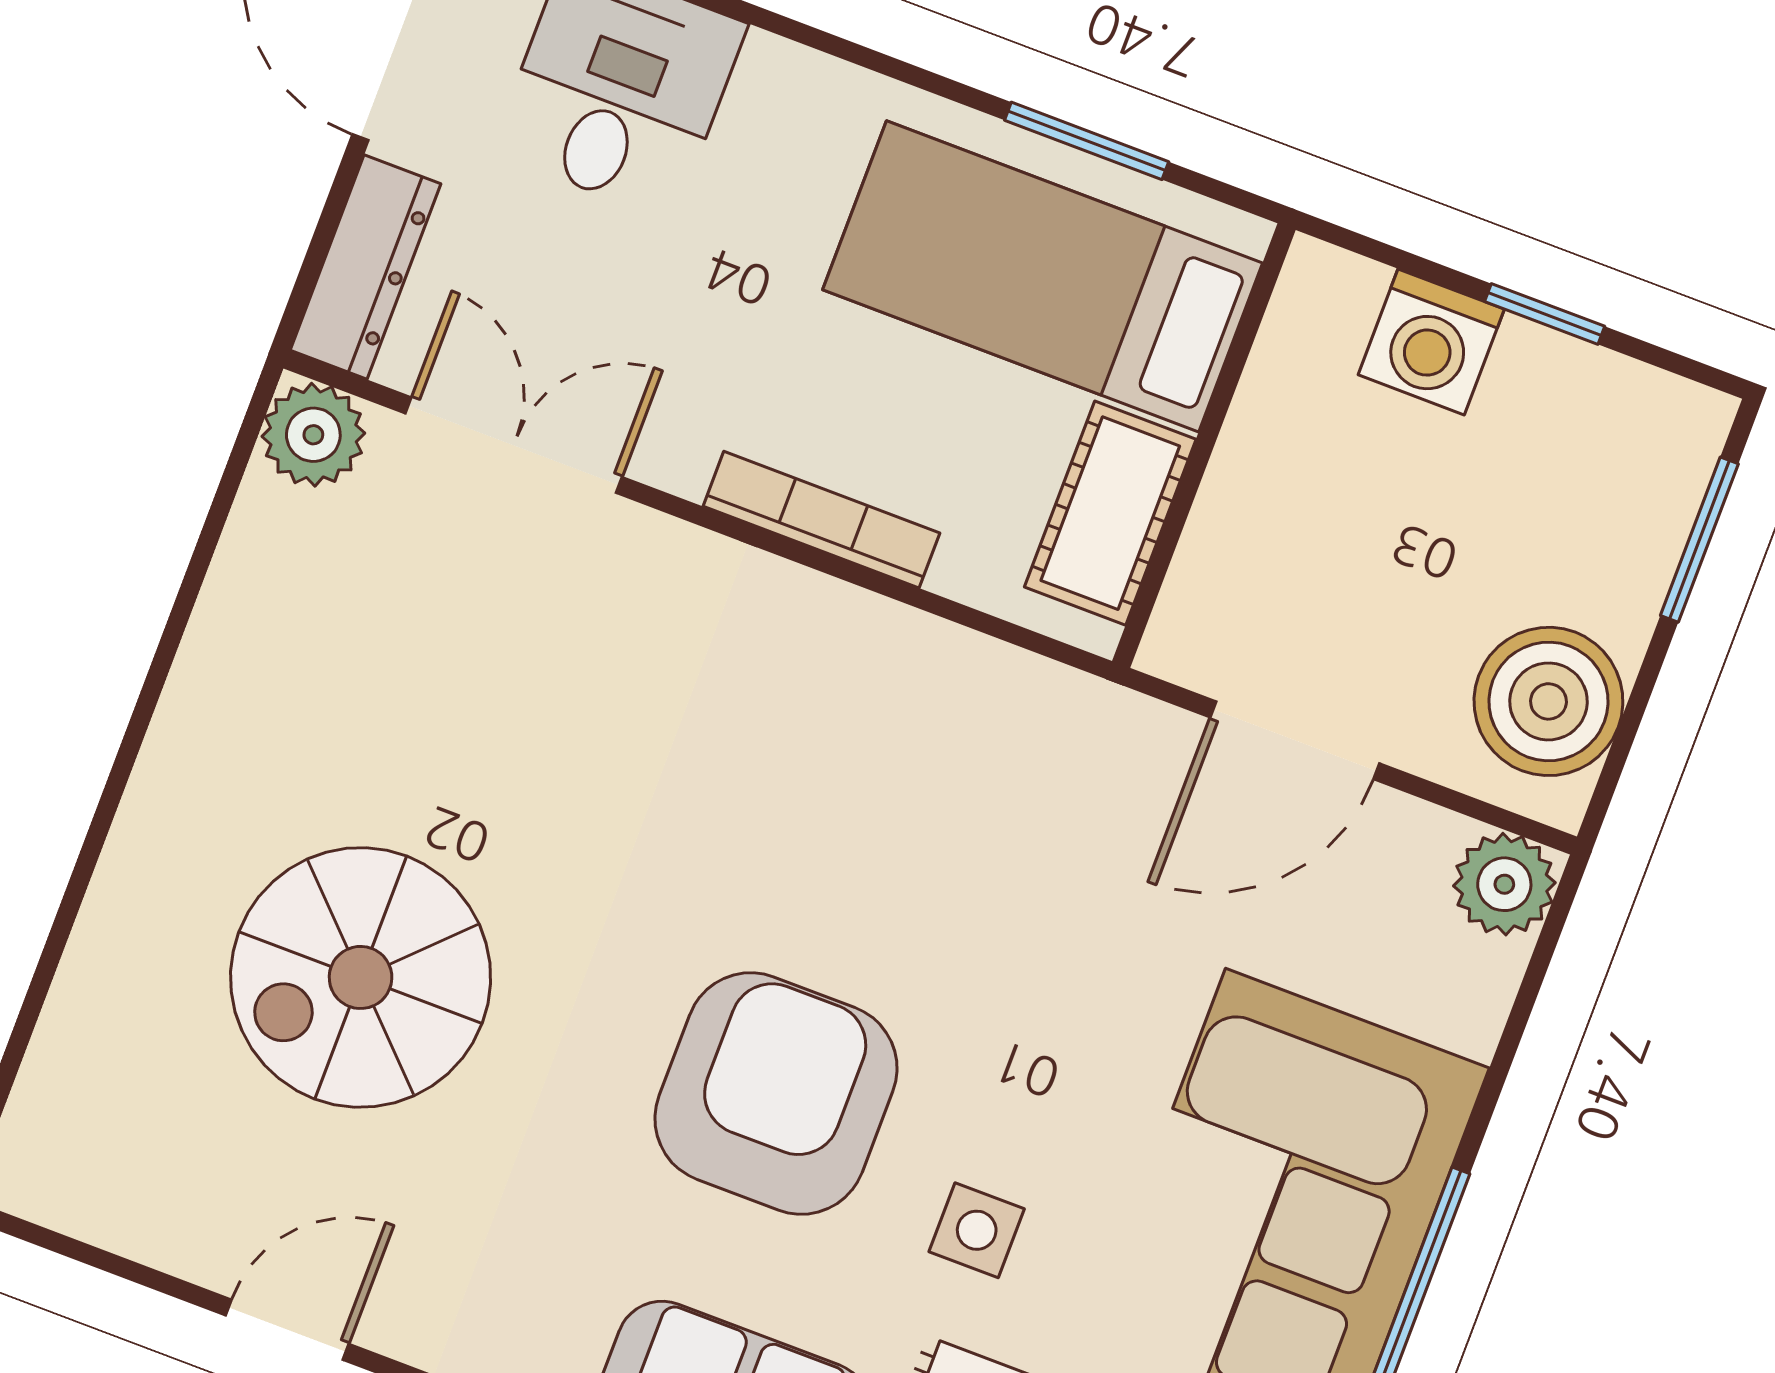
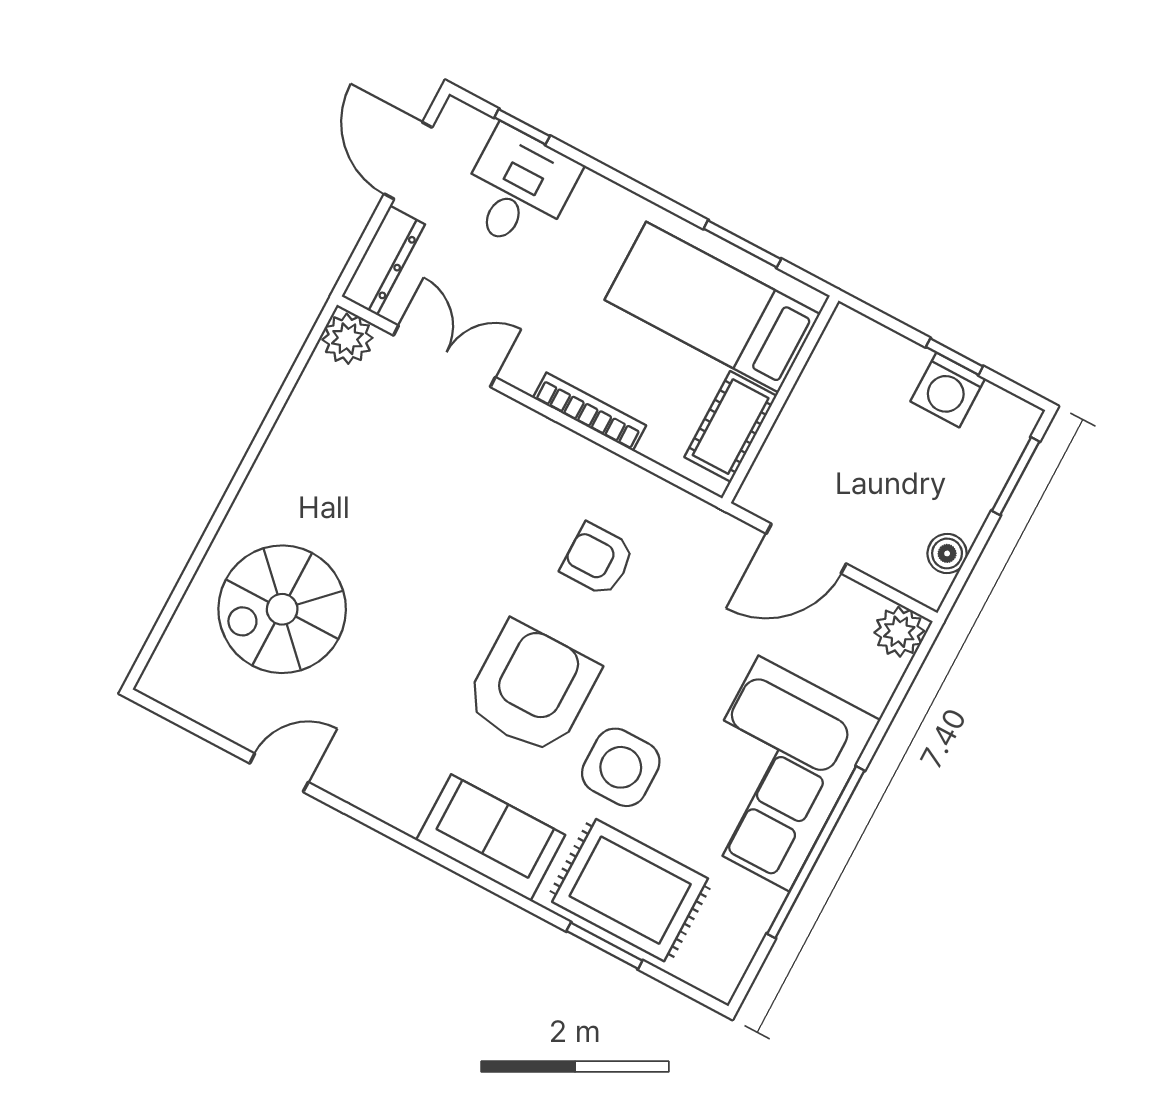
washing machine: (1431, 342) -> (948, 390), moved
boiler: (1548, 701) -> (947, 553), width x0.54, depth x0.54
armchair: (876, 816) -> (598, 560), added
spiral stairs: (361, 977) -> (282, 609), moved
side table: (977, 1230) -> (621, 767), width x1.87, depth x1.87

